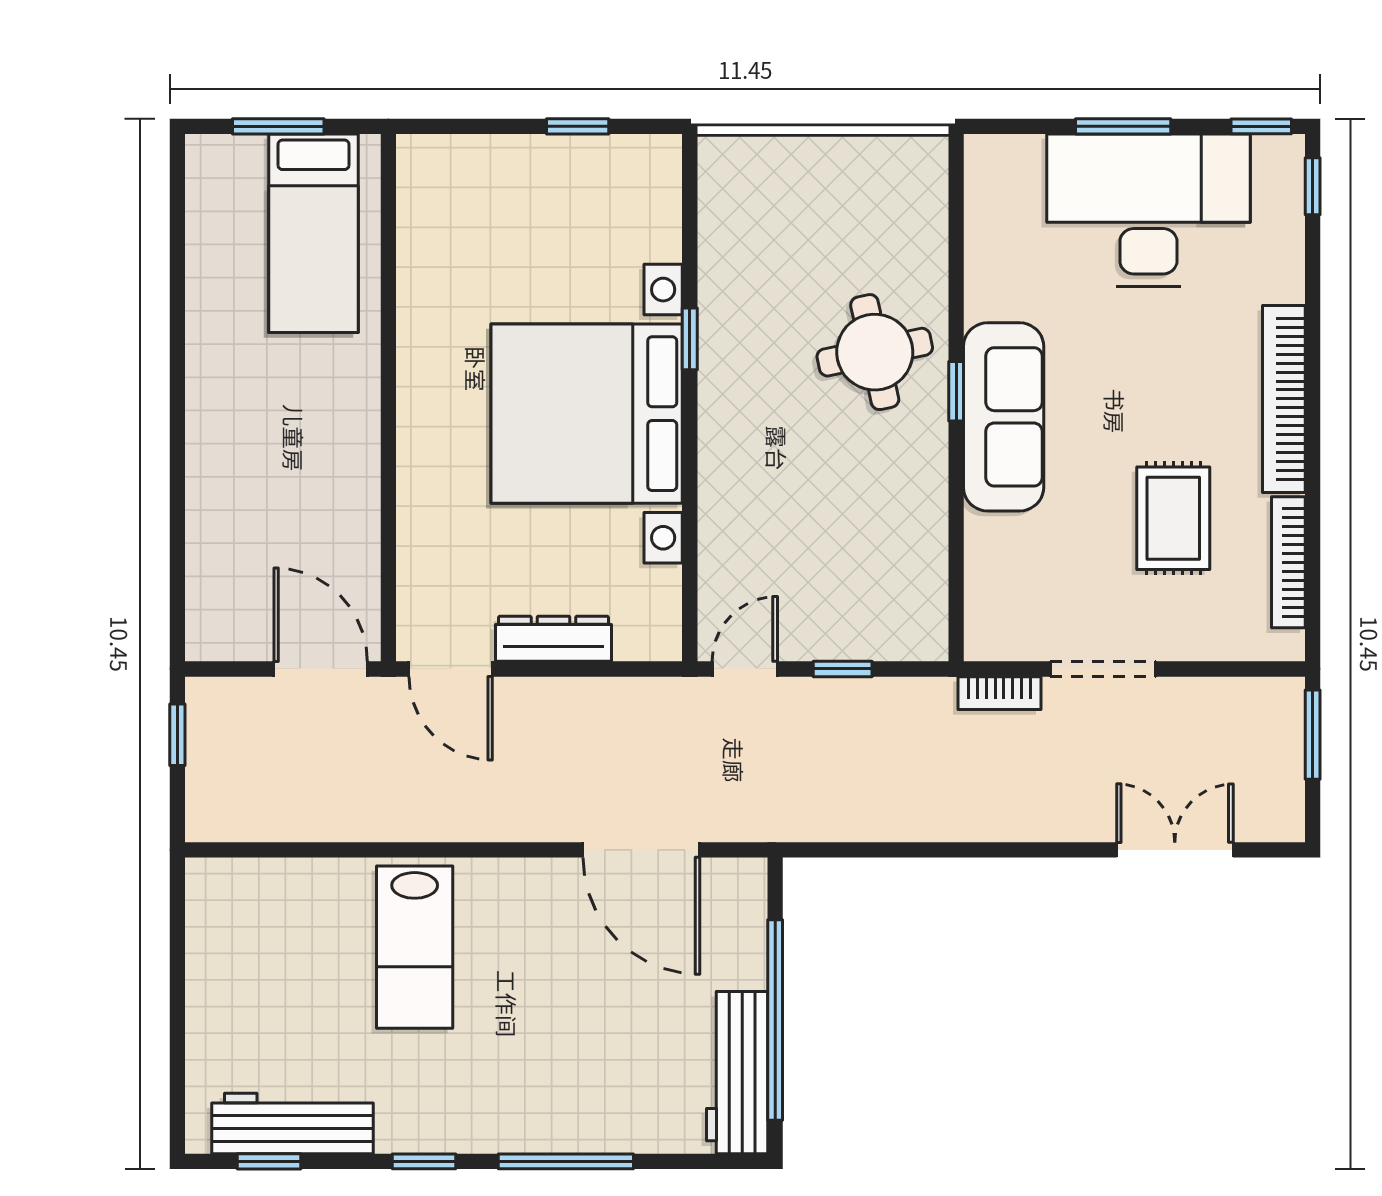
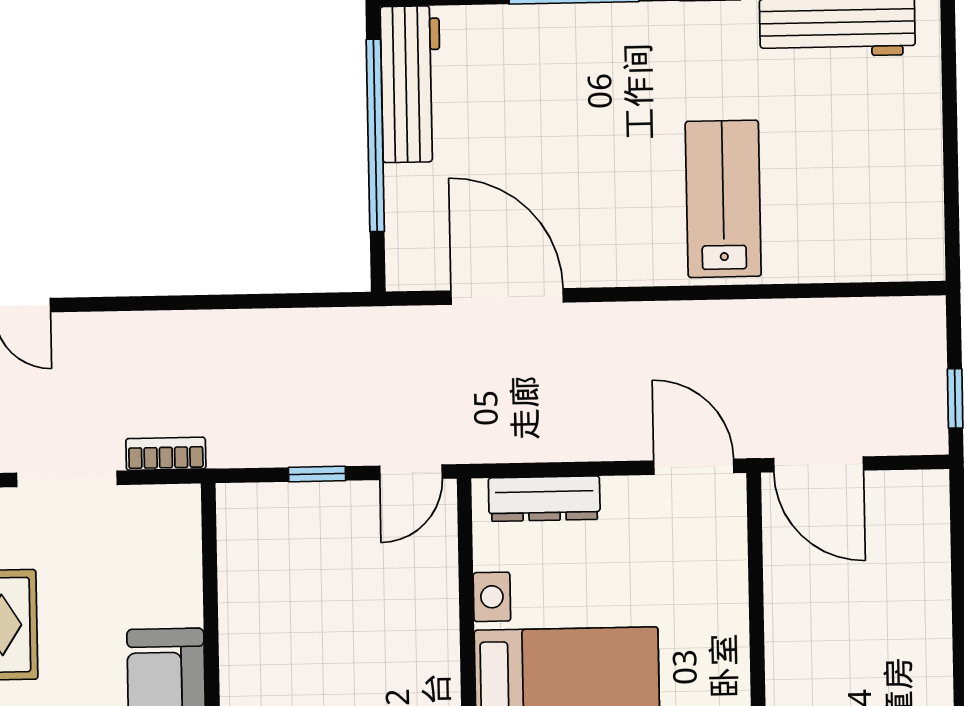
dresser: (553, 639) -> (544, 499), moved

